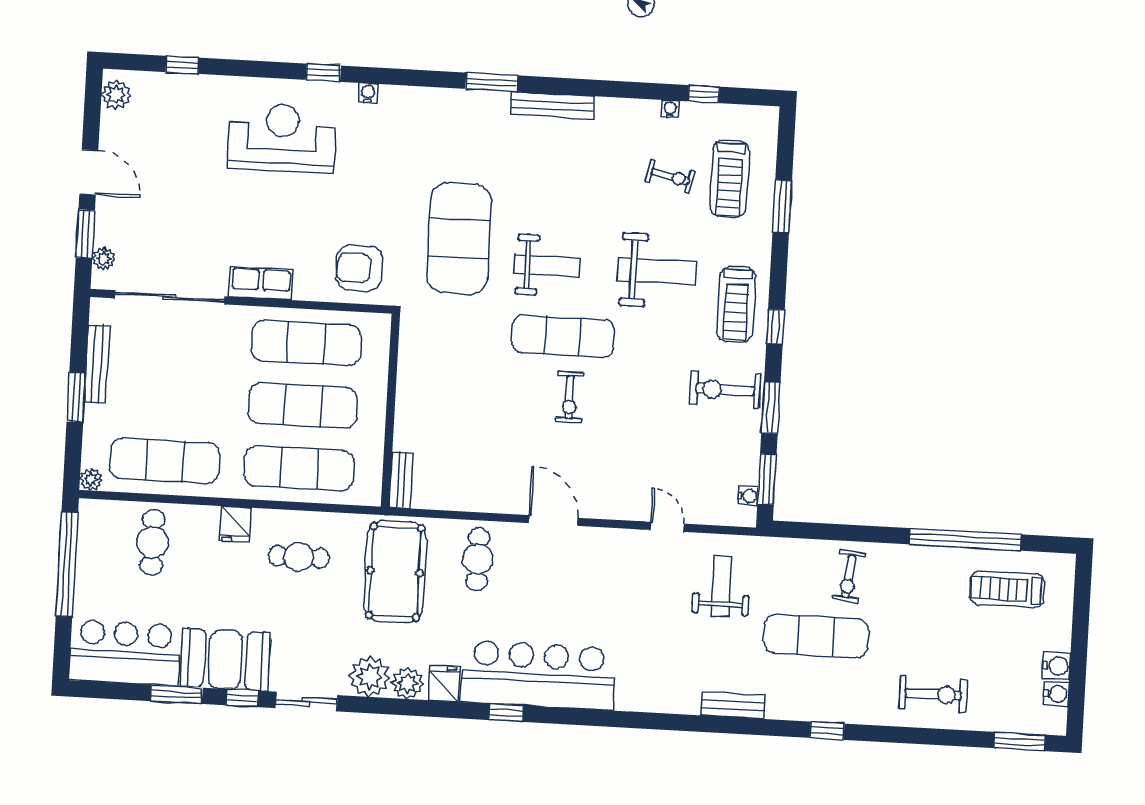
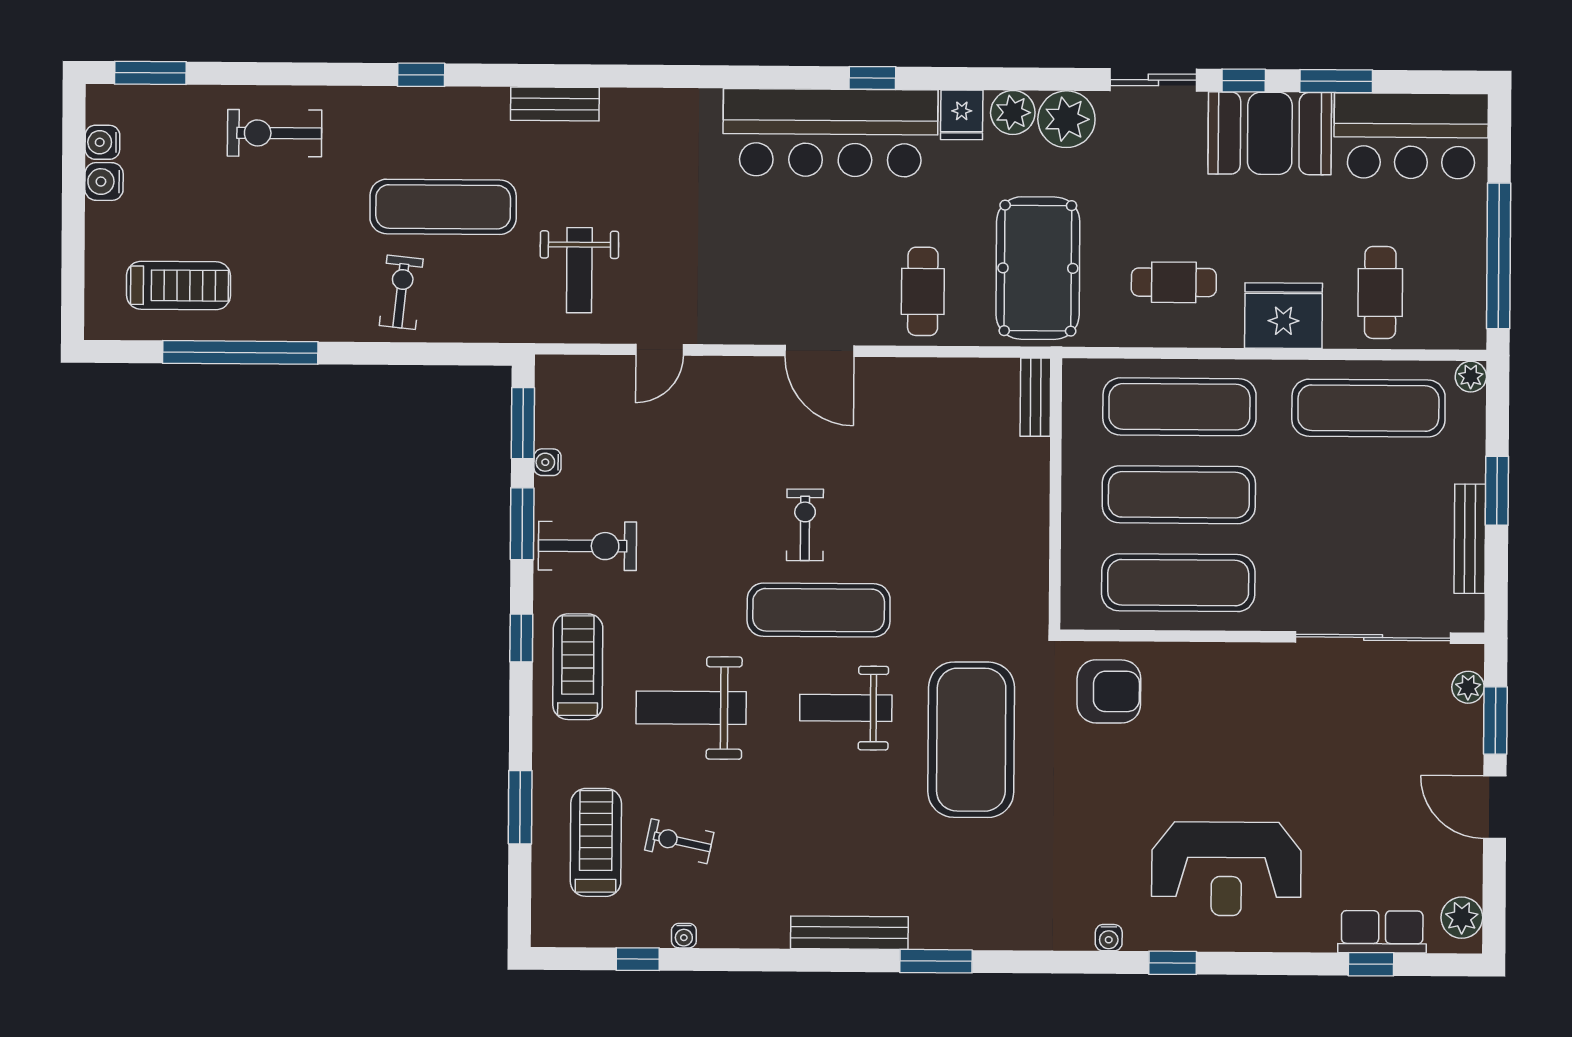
row of seats: (261, 283) -> (1382, 932), moved, turned 180
water cooler: (748, 496) -> (547, 462), moved
fridge: (235, 524) -> (1283, 316), width x1.88, depth x1.34
door: (667, 527) -> (660, 350), hinge flipped

